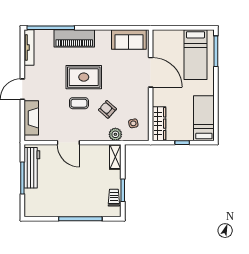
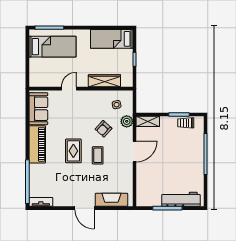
piano: (74, 38) -> (37, 144), moved
tv unit: (29, 47) -> (41, 202), width x0.71
door: (151, 72) -> (69, 89), width x0.53
rug: (84, 77) -> (73, 151), width x0.73, depth x0.70
wardrobe: (159, 124) -> (104, 81), moved
door: (68, 143) -> (134, 152), moved
workbench: (32, 168) -> (181, 199), moved

